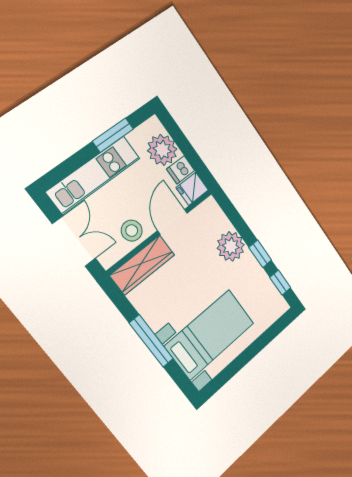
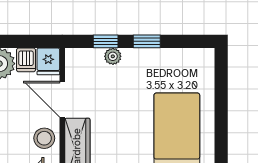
plant: (231, 246) -> (113, 56), width x0.53, depth x0.53
window: (280, 283) -> (106, 41), moved

